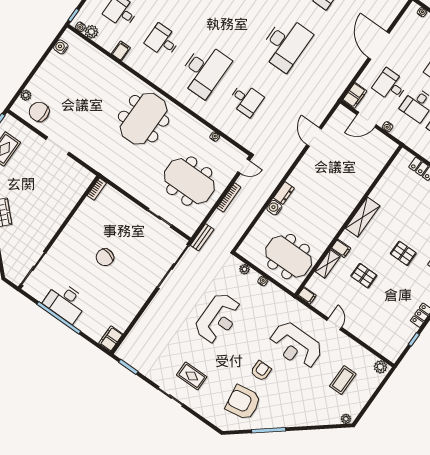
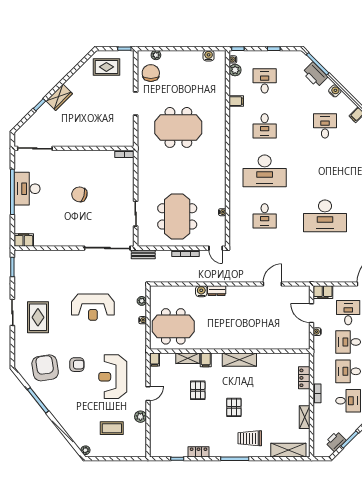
desk: (162, 41) -> (265, 126), turned 180
meeting table: (144, 119) -> (178, 127), moved
meeting table: (289, 257) -> (173, 326), turned 90
plant: (380, 367) -> (140, 417), moved
rug: (192, 376) -> (38, 317), width x1.36, depth x1.43

